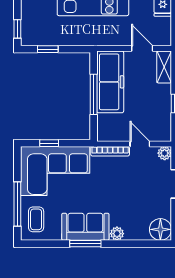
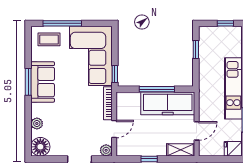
window: (17, 29) -> (225, 23), moved
window: (49, 143) -> (115, 74), moved
plant: (117, 234) -> (37, 124), moved

